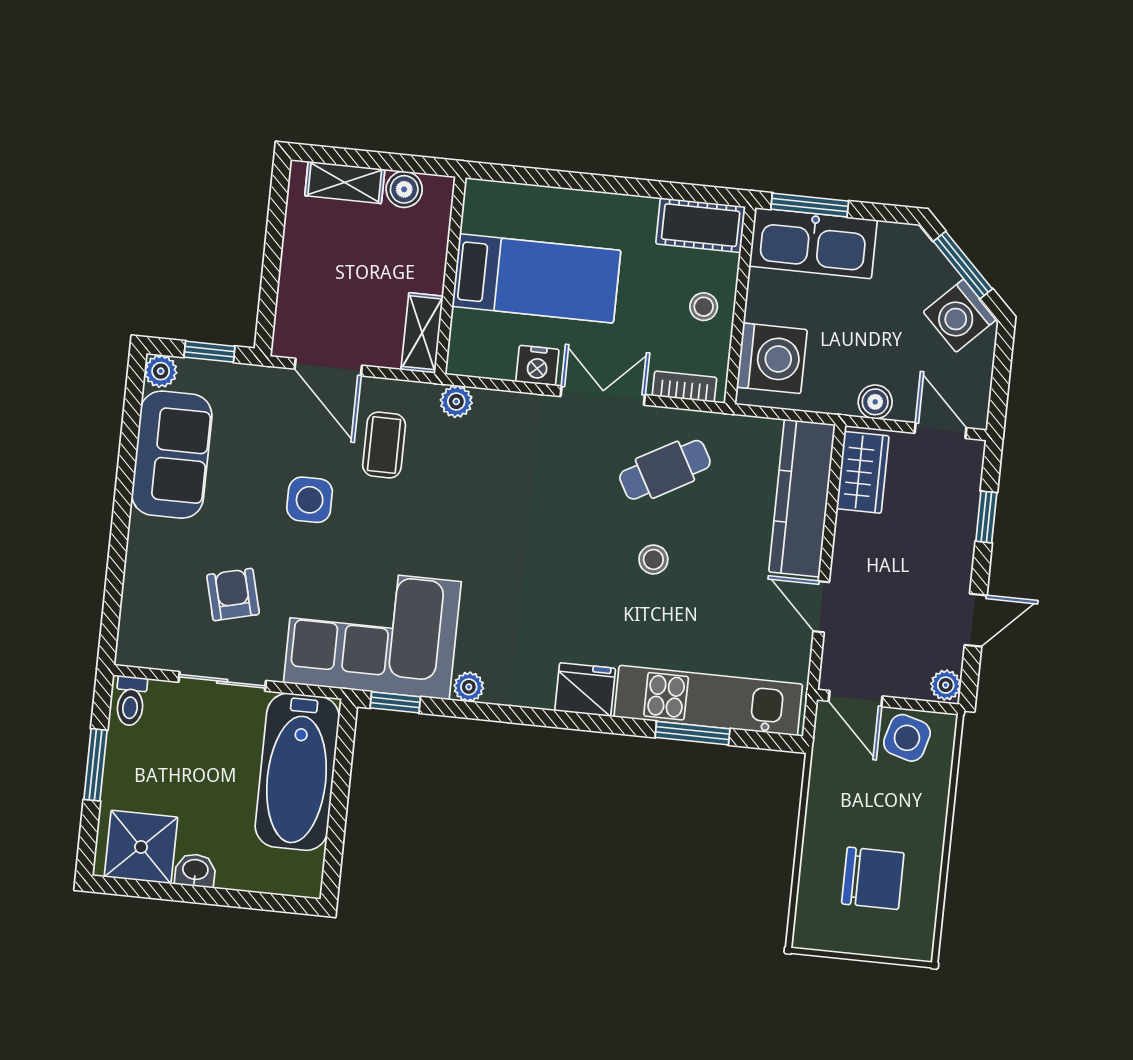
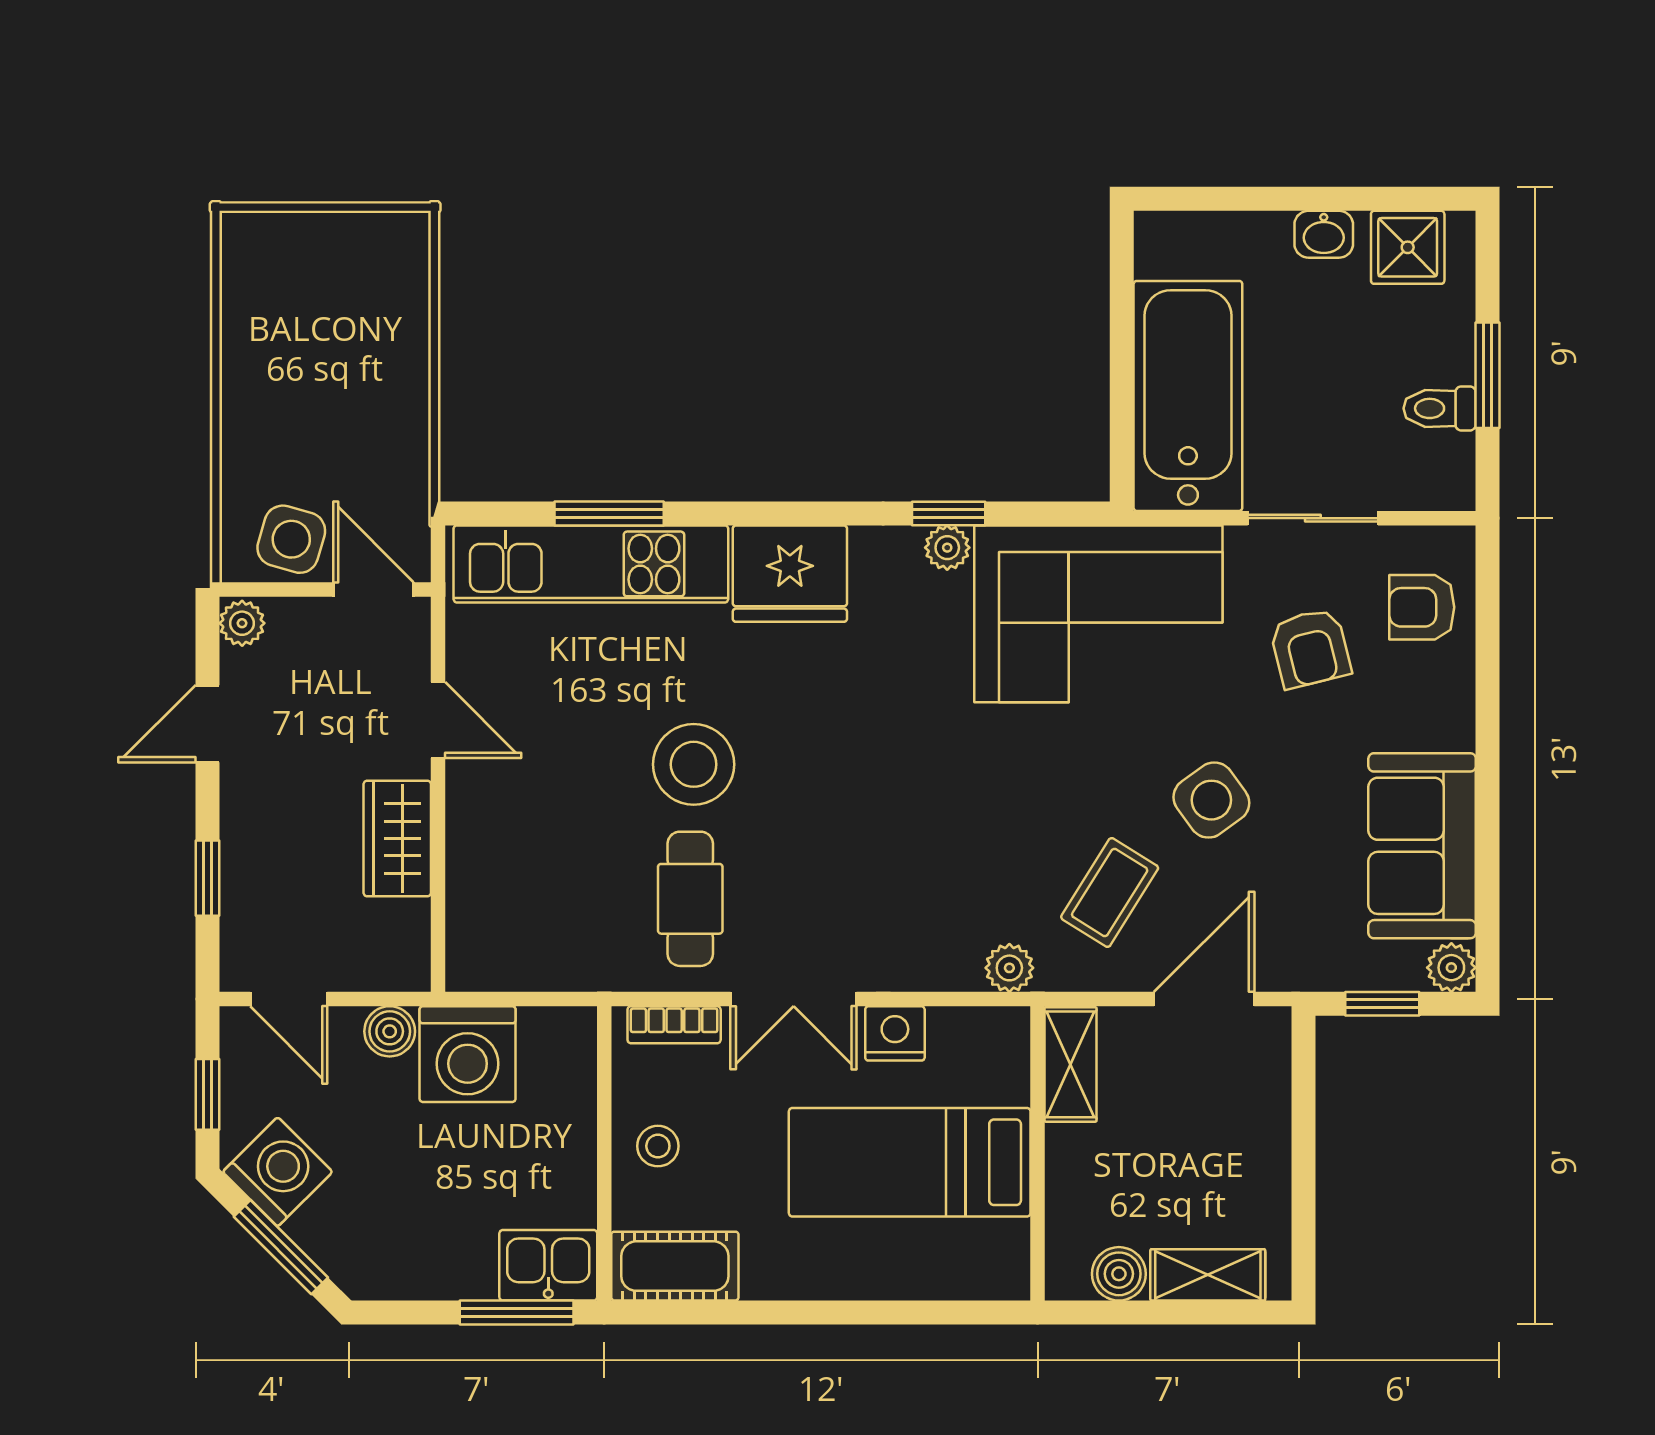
kitchen sink: (813, 243) -> (548, 1265), width x0.53, depth x0.81
washing machine: (772, 358) -> (468, 1054), moved, turned -90
door: (328, 367) -> (1204, 999), hinge flipped
window: (1001, 372) -> (208, 1094), added
coffee table: (384, 445) -> (1110, 892), turned 32
cafe table: (665, 470) -> (690, 899), turned -61
wardrobe: (863, 472) -> (397, 839), moved
kitchen counter: (802, 498) -> (483, 878), removed
side table: (310, 500) -> (1211, 800), turned -36
stool: (653, 559) -> (694, 764), width x1.89, depth x1.89
armchair: (155, 614) -> (1422, 607), added
fridge: (585, 690) -> (790, 574), width x1.36, depth x1.34
toilet: (131, 701) -> (1440, 408), moved, turned -90
window: (395, 702) -> (949, 513), moved
shower: (141, 847) -> (1408, 247), width x0.73, depth x0.73
chair: (873, 878) -> (320, 326), removed

